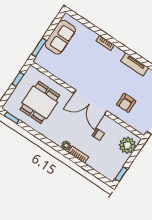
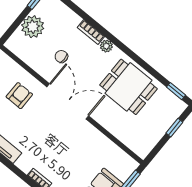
window: (18, 79) -> (174, 128), moved
dining table: (40, 102) -> (128, 87), moved, turned 90
plant: (127, 145) -> (33, 27), moved

